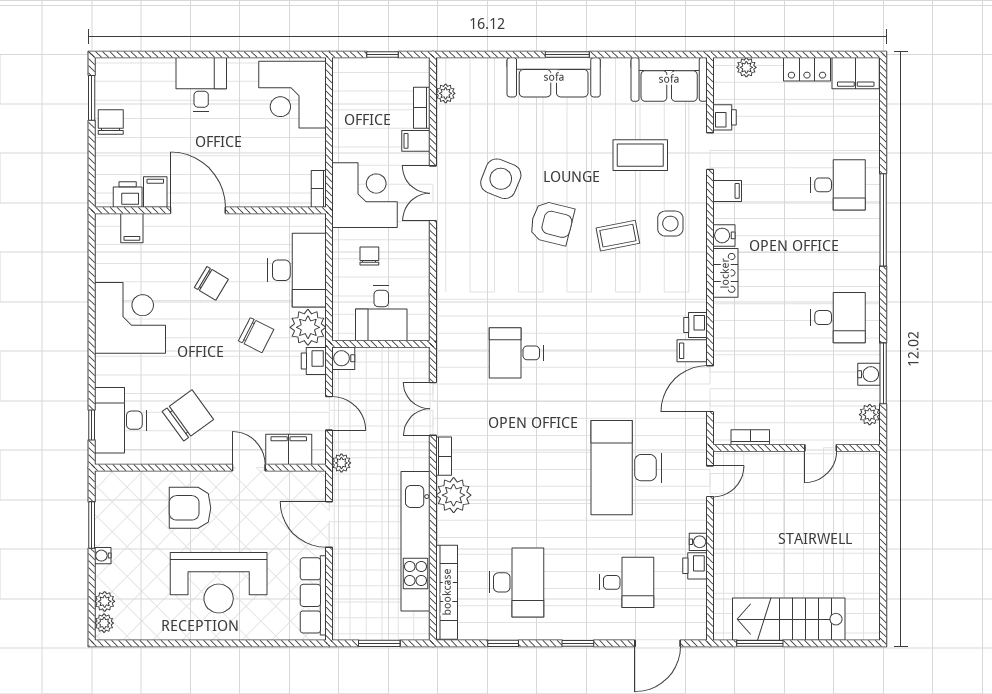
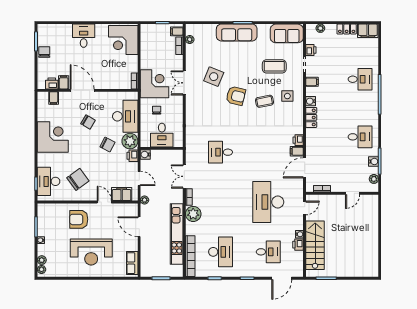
filing cabinet: (416, 141) -> (177, 31), moved
row of seats: (313, 595) -> (132, 263), width x0.68
stairs: (789, 619) -> (315, 245), moved, turned 90

